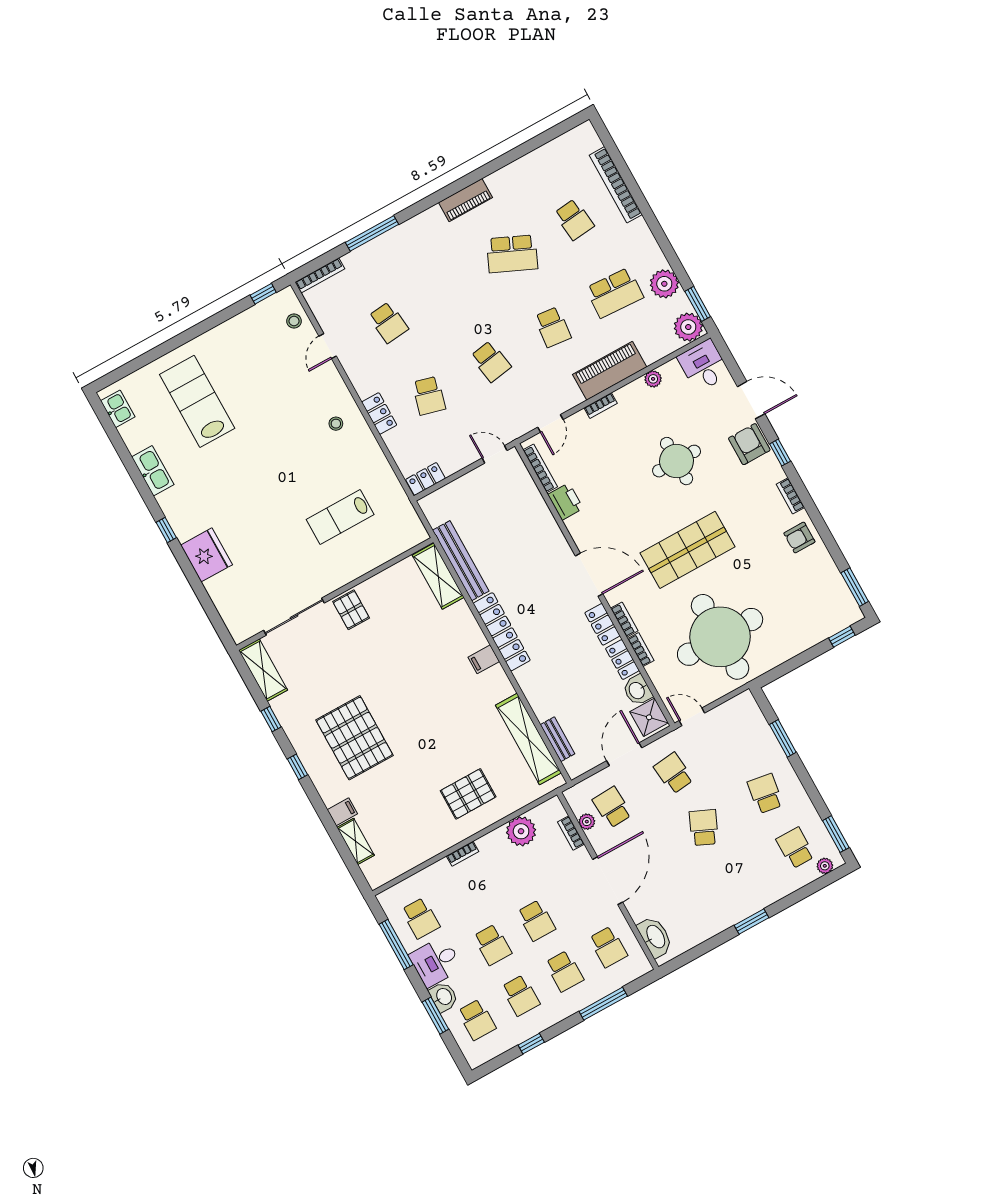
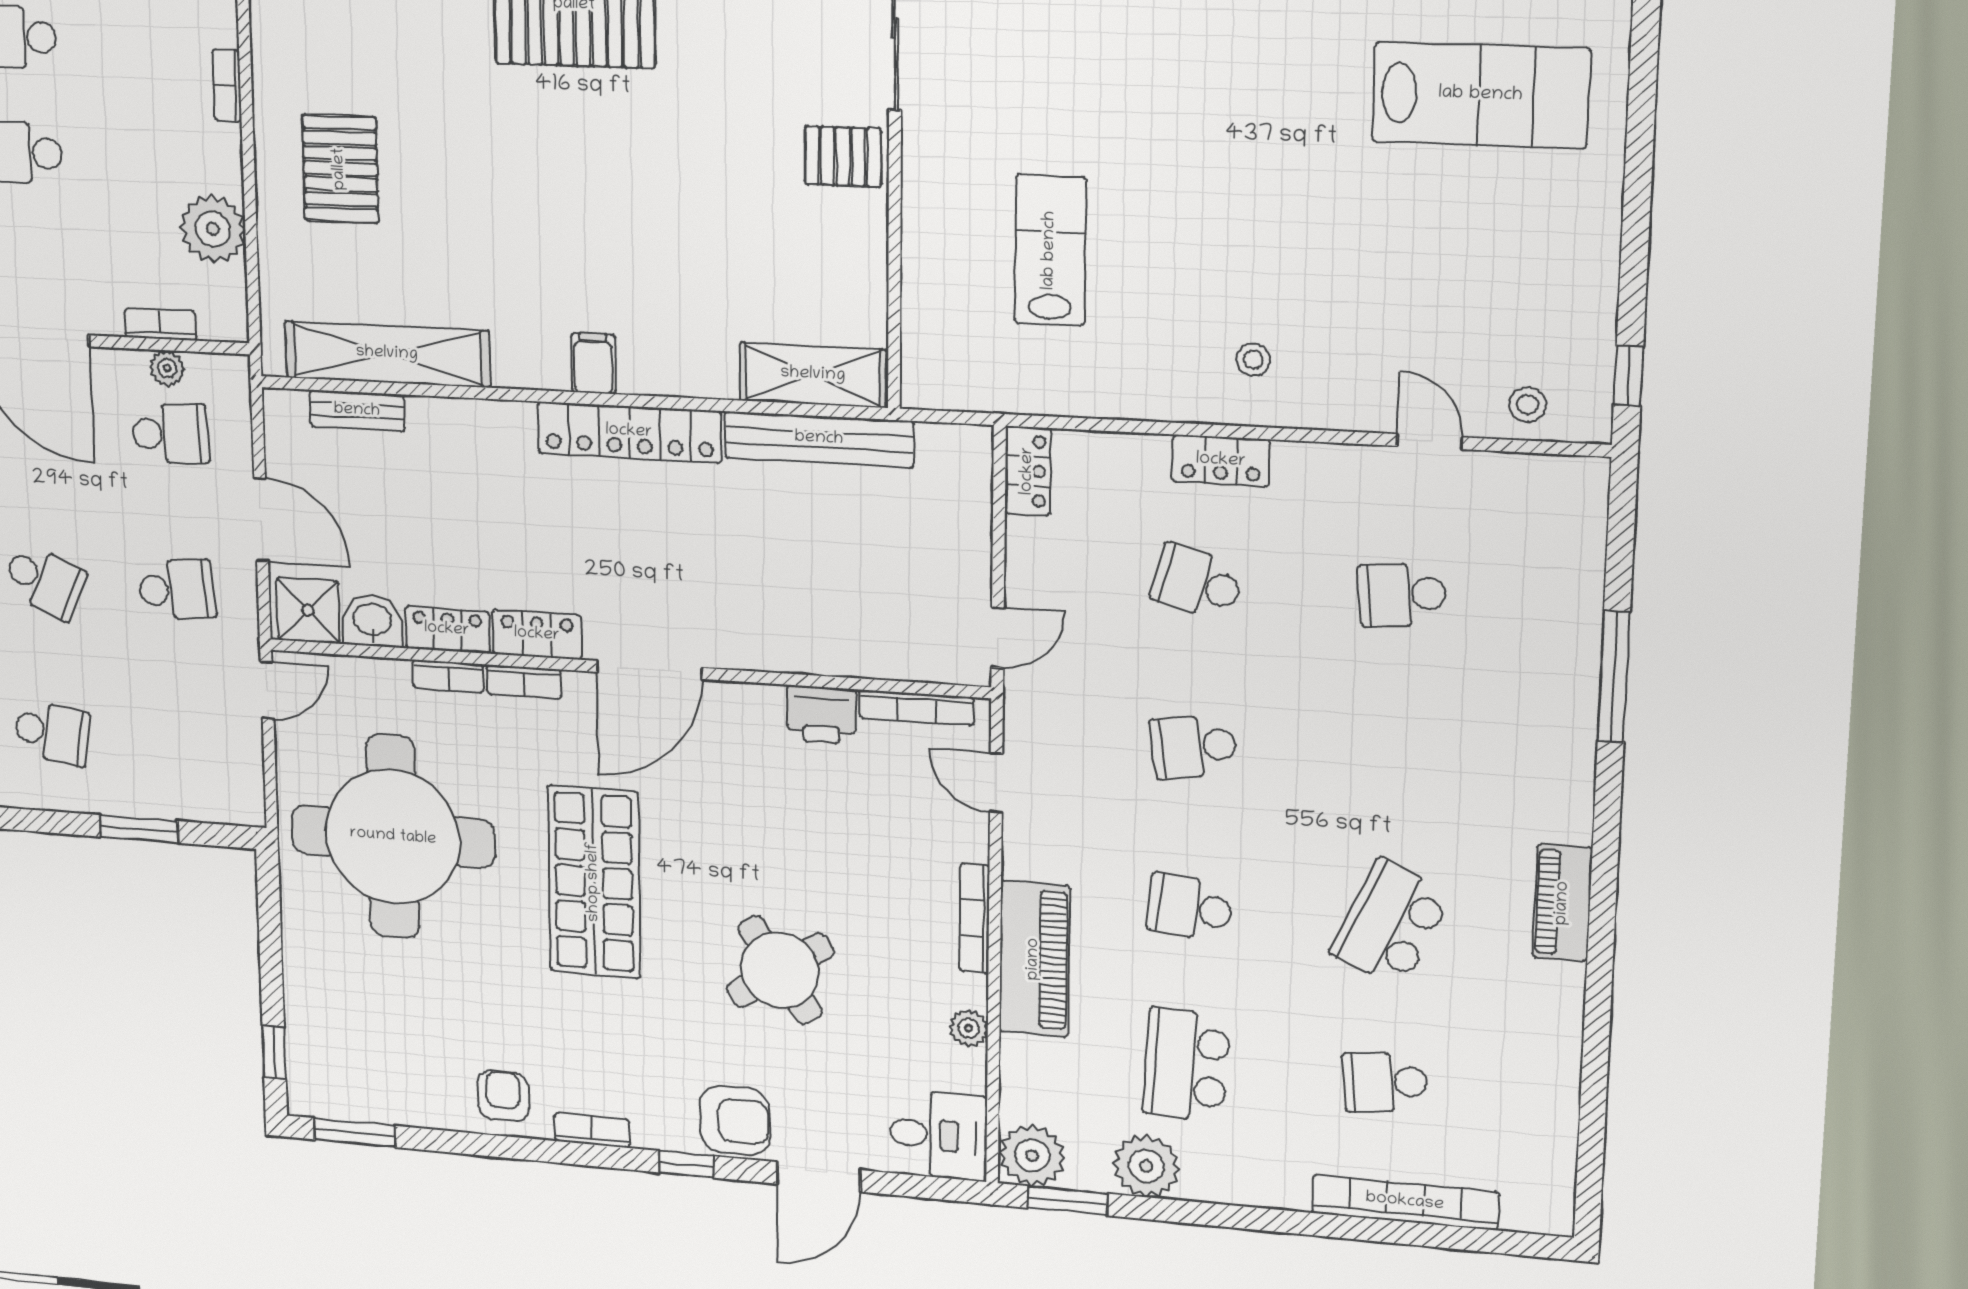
bookcase: (320, 275) -> (1592, 517), removed
bookcase: (601, 406) -> (975, 919), width x1.56
round table: (677, 461) -> (780, 970), turned -34

